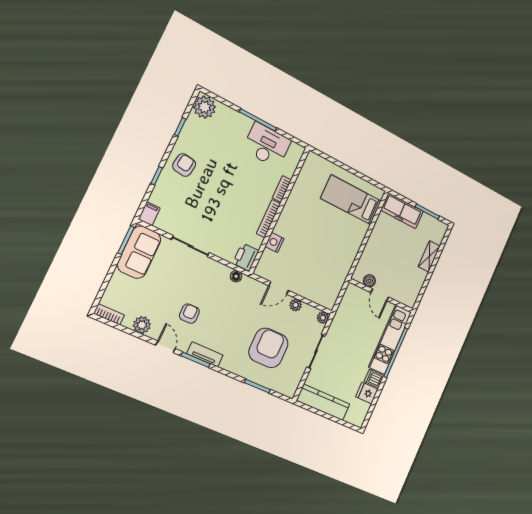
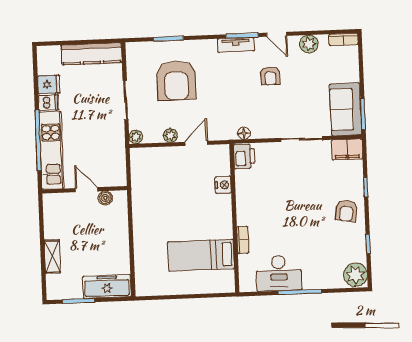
bed: (351, 200) -> (201, 255), moved, turned 180
filing cabinet: (149, 214) -> (347, 149), width x2.00
bookcase: (268, 219) -> (241, 204), removed

